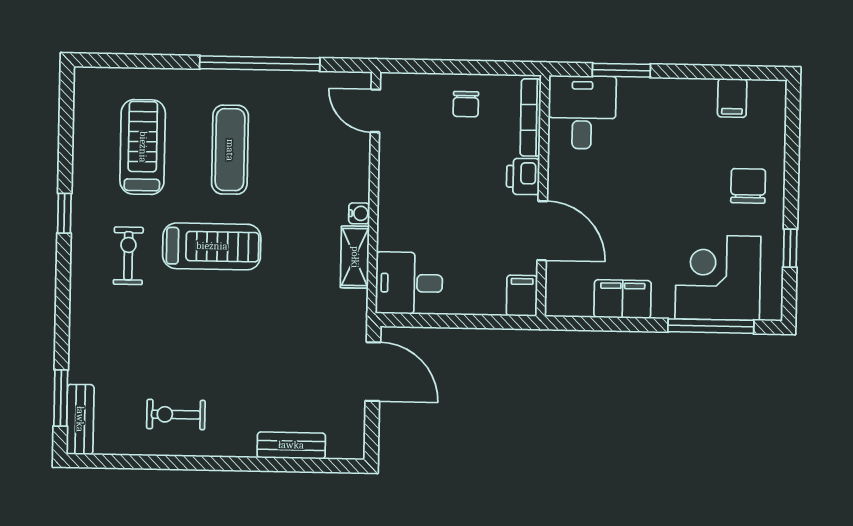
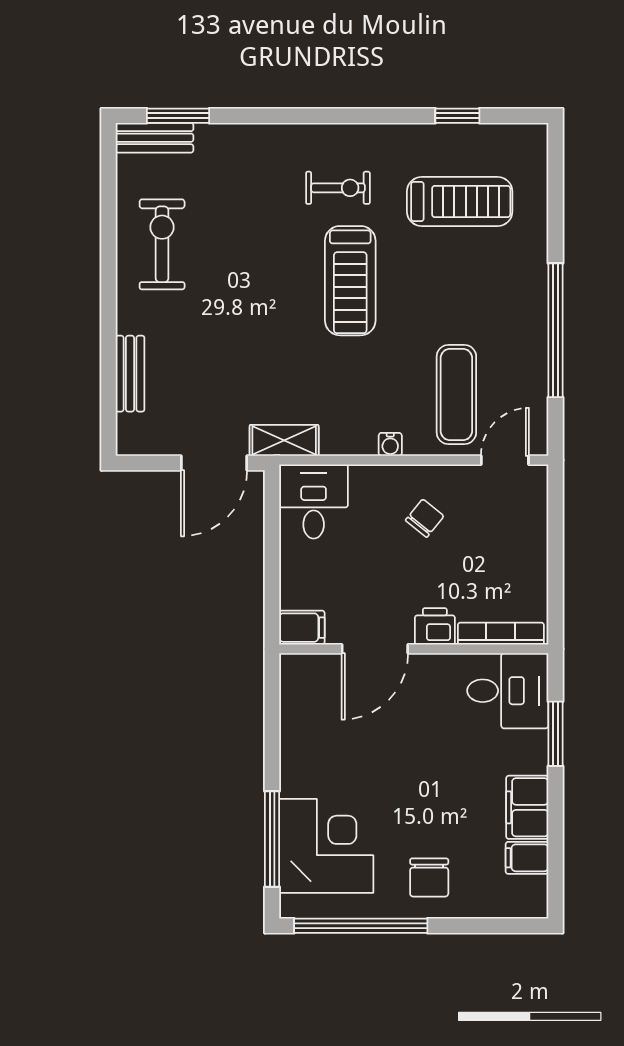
chair: (466, 104) -> (425, 518), moved, turned 129
exercise mat: (230, 150) -> (456, 394), moved, turned 90
chair: (748, 186) -> (429, 877), turned 90
window: (64, 213) -> (457, 116), moved
window: (790, 248) -> (361, 926), width x3.17
shelving: (355, 257) -> (284, 440), moved
filing cabinet: (623, 299) -> (527, 807), moved, turned 180
exercise bike: (176, 415) -> (162, 244), width x1.38, depth x1.39

